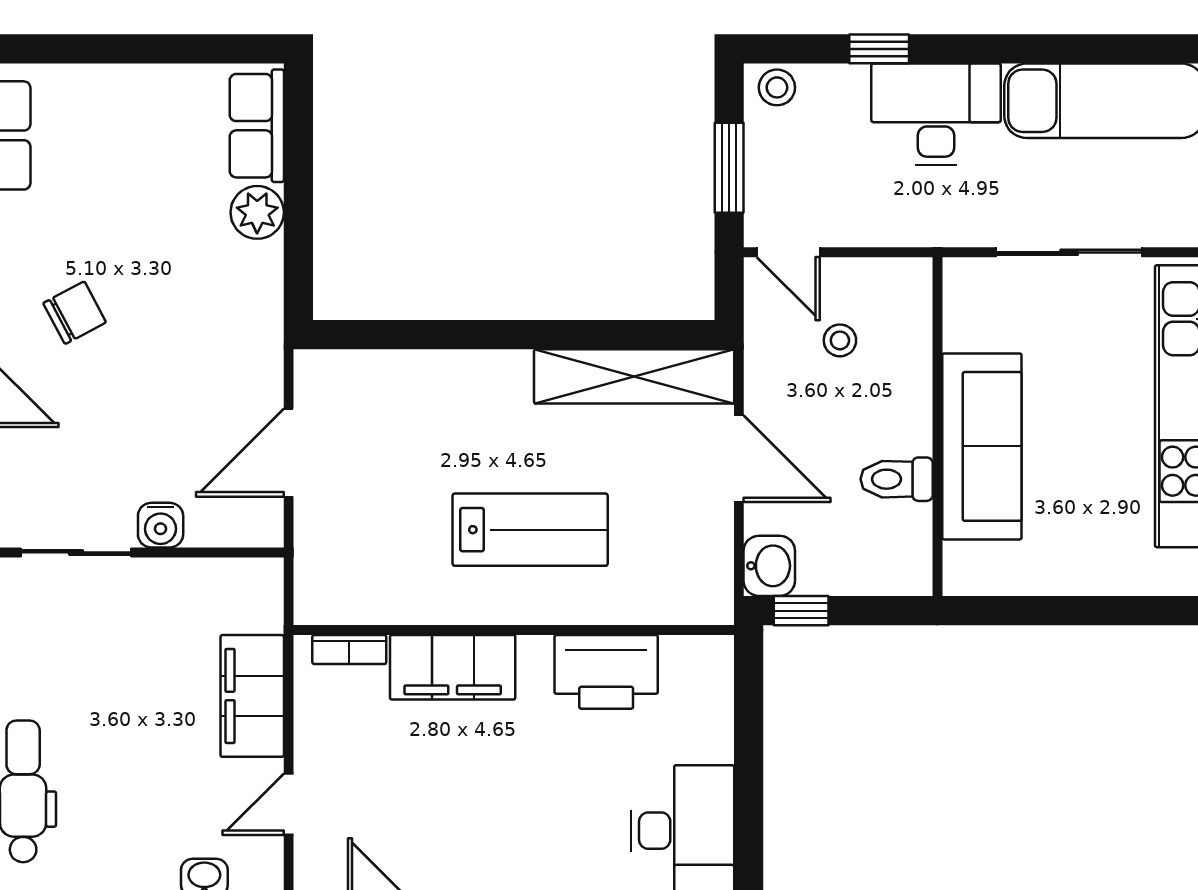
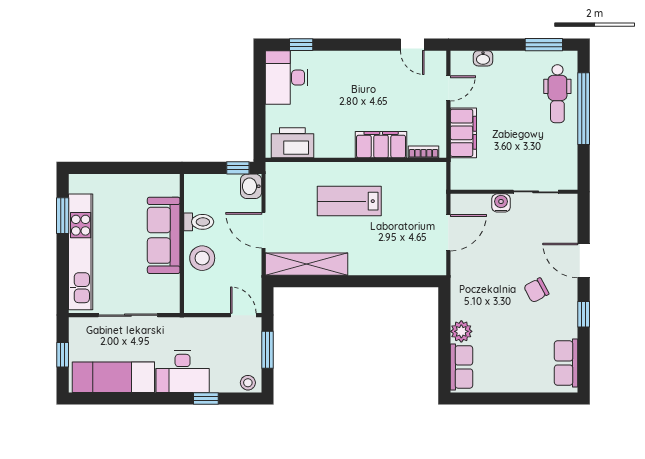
stool: (840, 340) -> (202, 258), moved, width x1.89, depth x1.89
printer: (606, 672) -> (292, 143), moved

